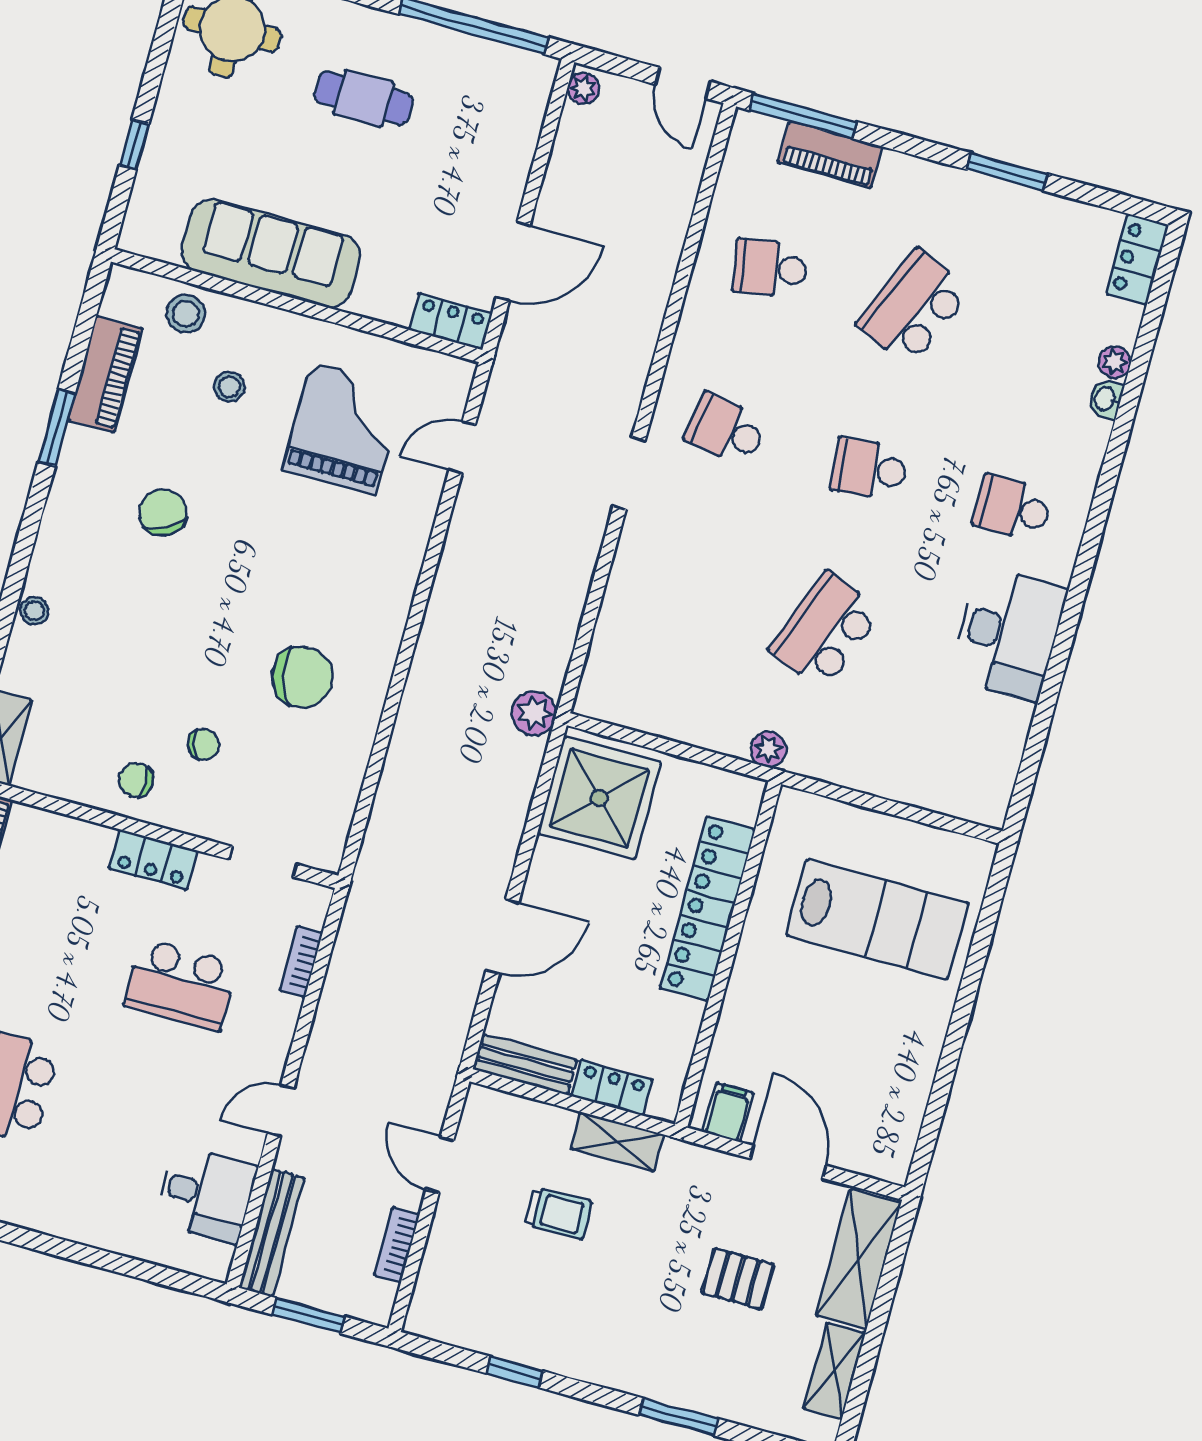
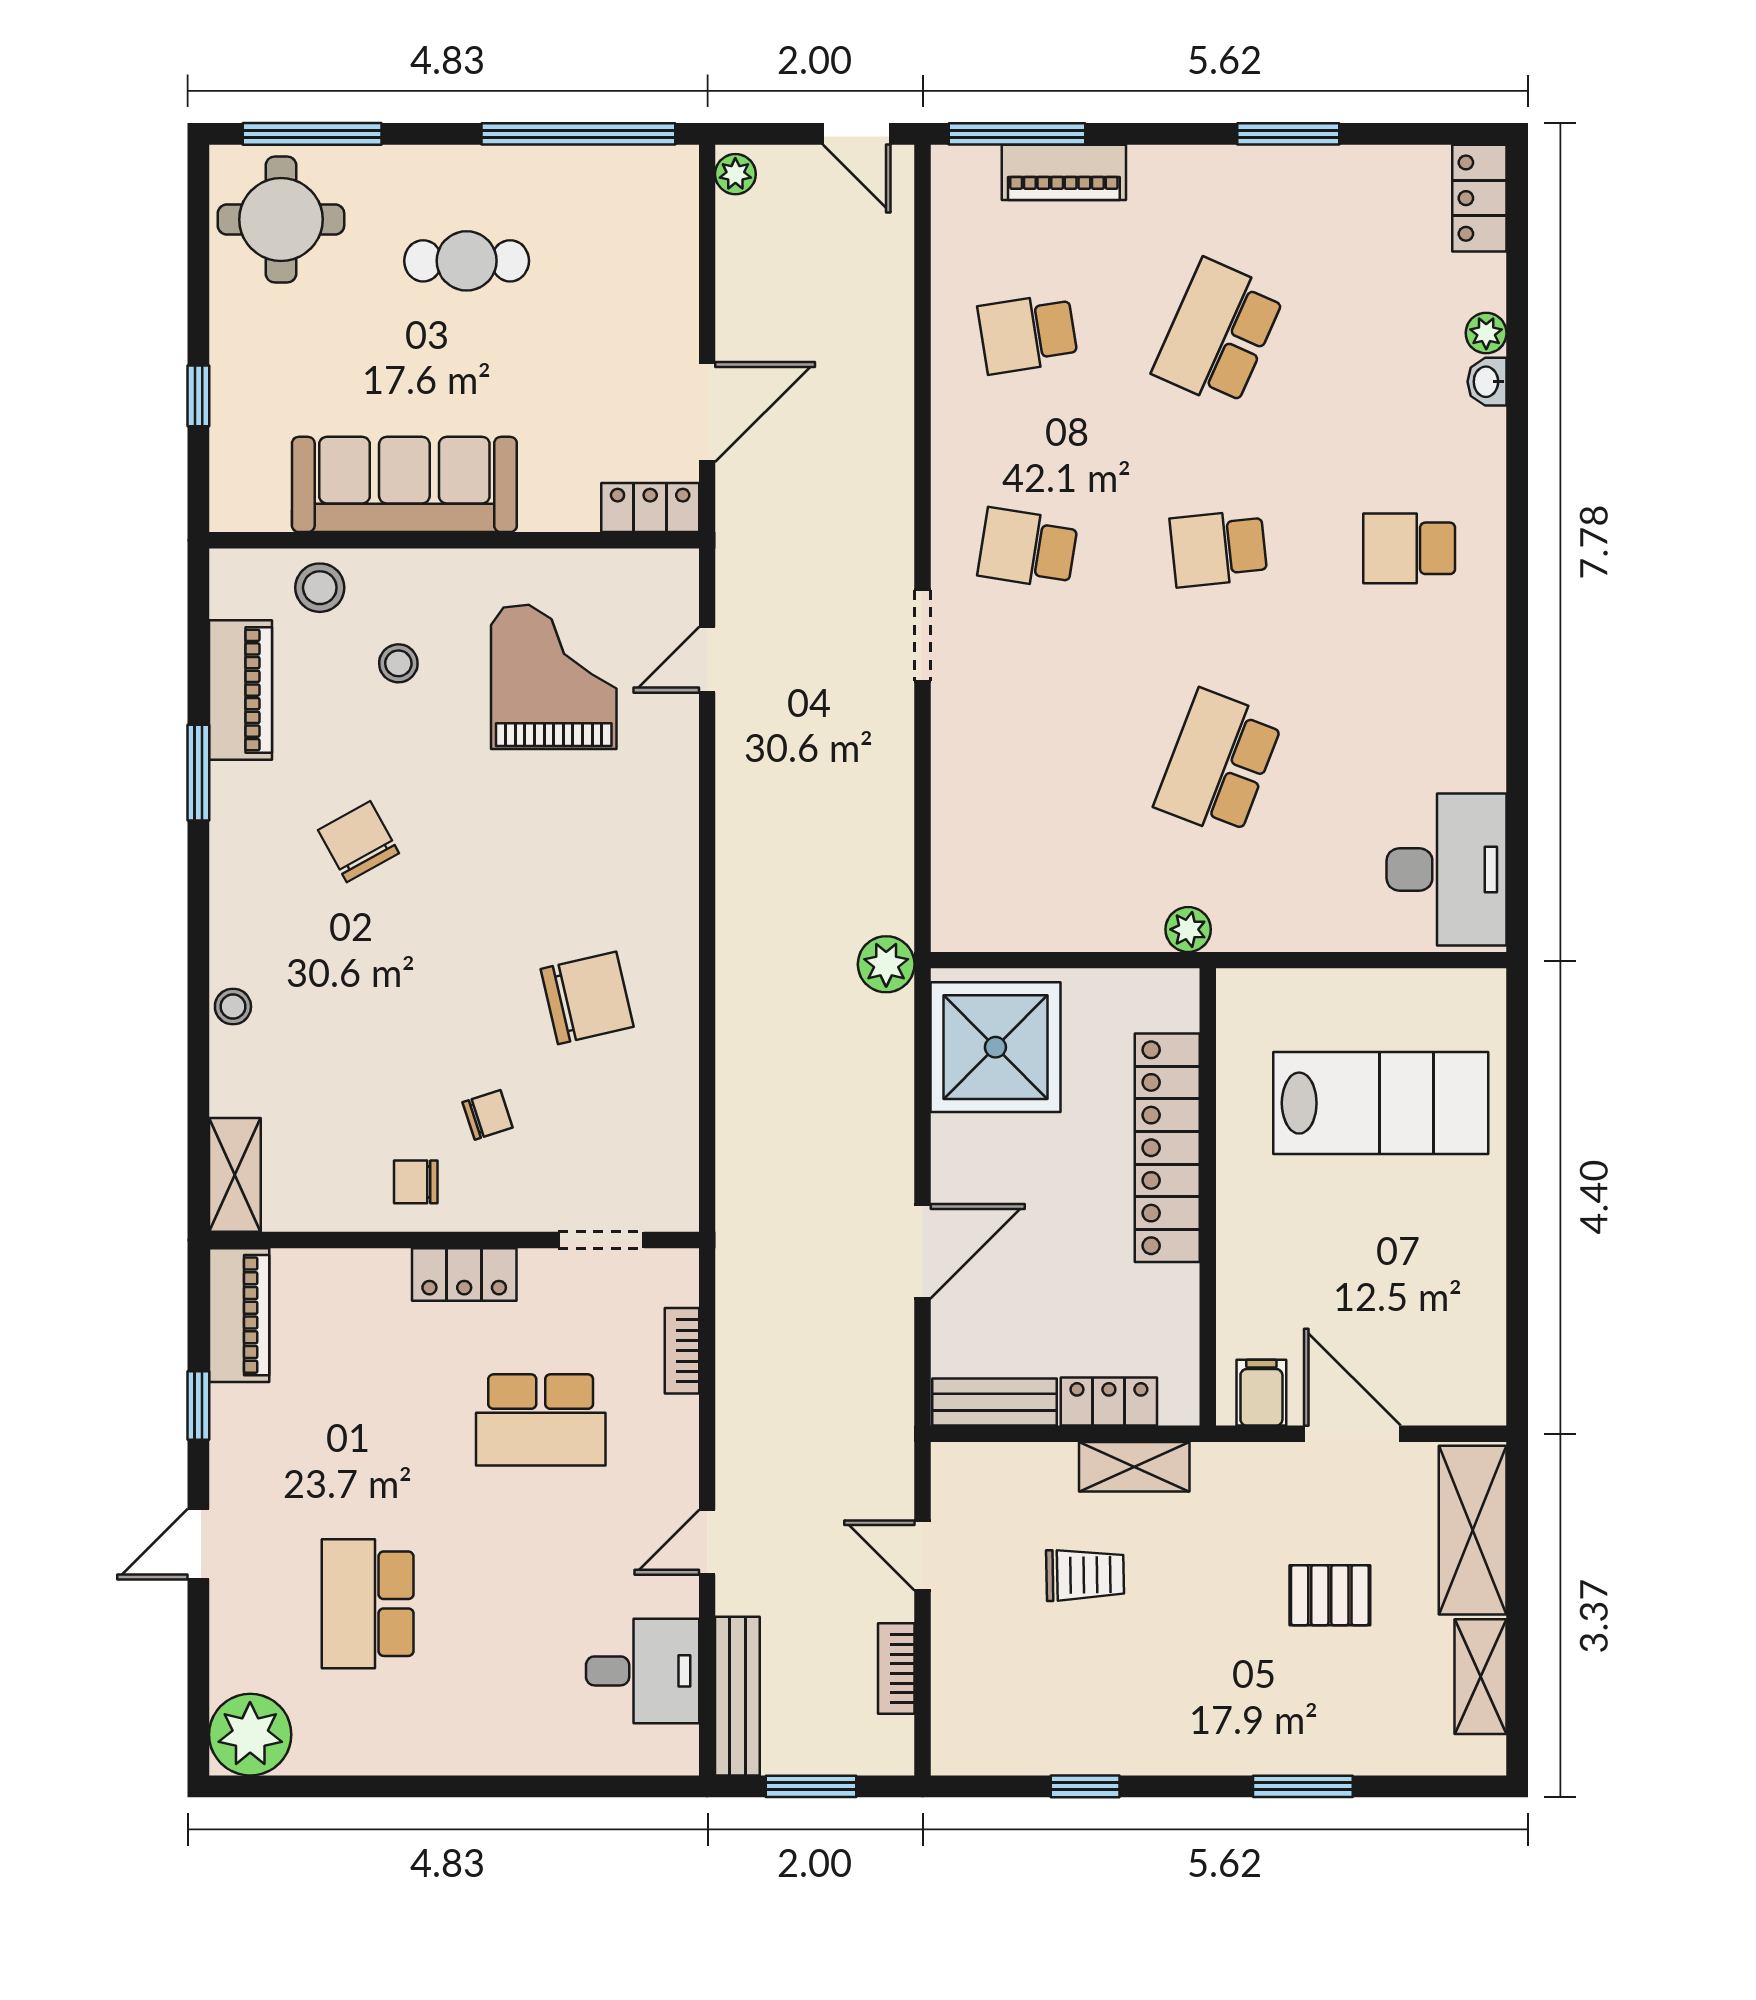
desk: (1009, 634) -> (1447, 869), moved

